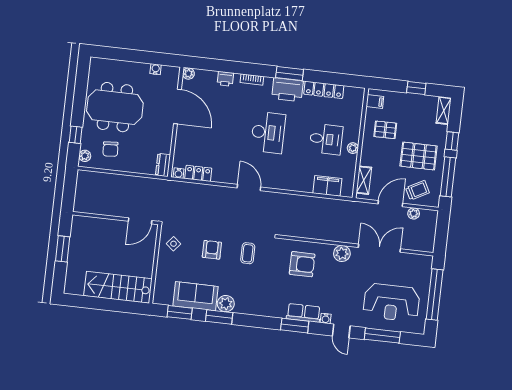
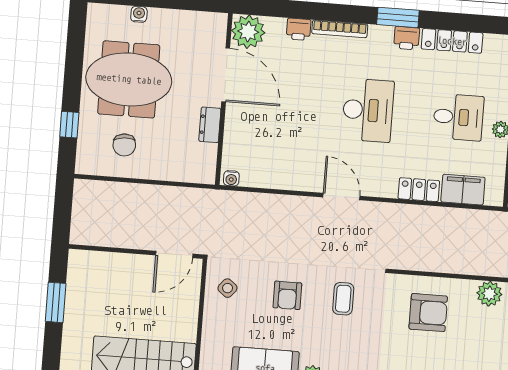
water cooler: (156, 69) -> (139, 14), moved
plant: (188, 74) -> (248, 32), width x1.88, depth x1.88
bookcase: (252, 80) -> (340, 29), width x1.56
printer: (287, 90) -> (407, 38), width x0.53, depth x0.68
plant: (85, 156) -> (85, 157), removed
dresser: (163, 165) -> (210, 125), moved
locker: (198, 173) -> (419, 190), moved
armchair: (212, 250) -> (287, 295), turned 180

